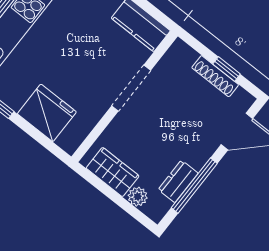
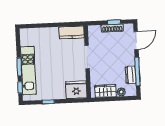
fridge: (47, 113) -> (76, 90), moved

